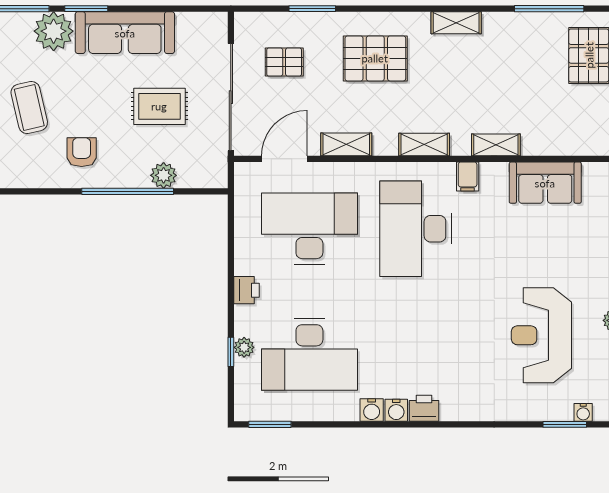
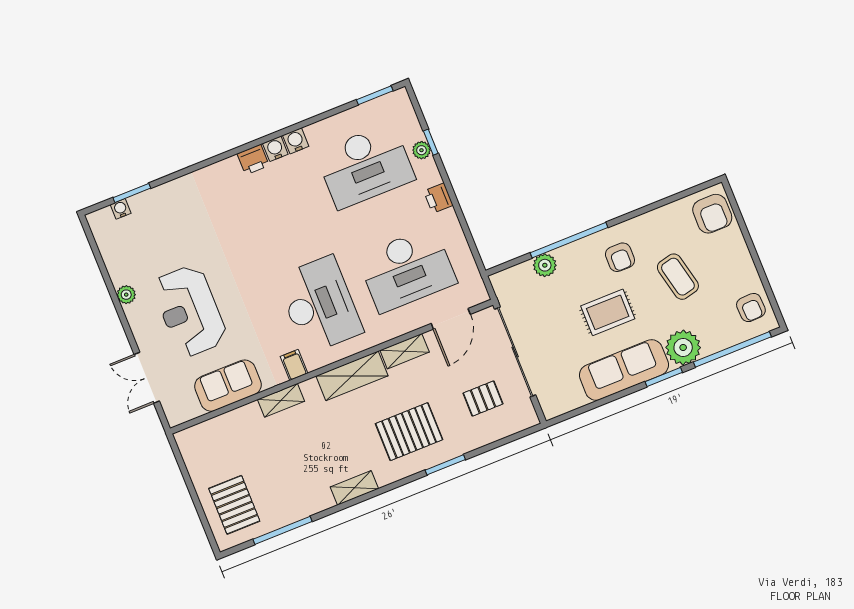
window: (312, 9) -> (445, 465), moved
rug: (159, 106) -> (608, 312), moved
shelving: (424, 145) -> (352, 376), width x1.50, depth x1.33
reception desk: (541, 335) -> (190, 311), moved, turned 180
desk: (309, 355) -> (365, 166), turned 180

